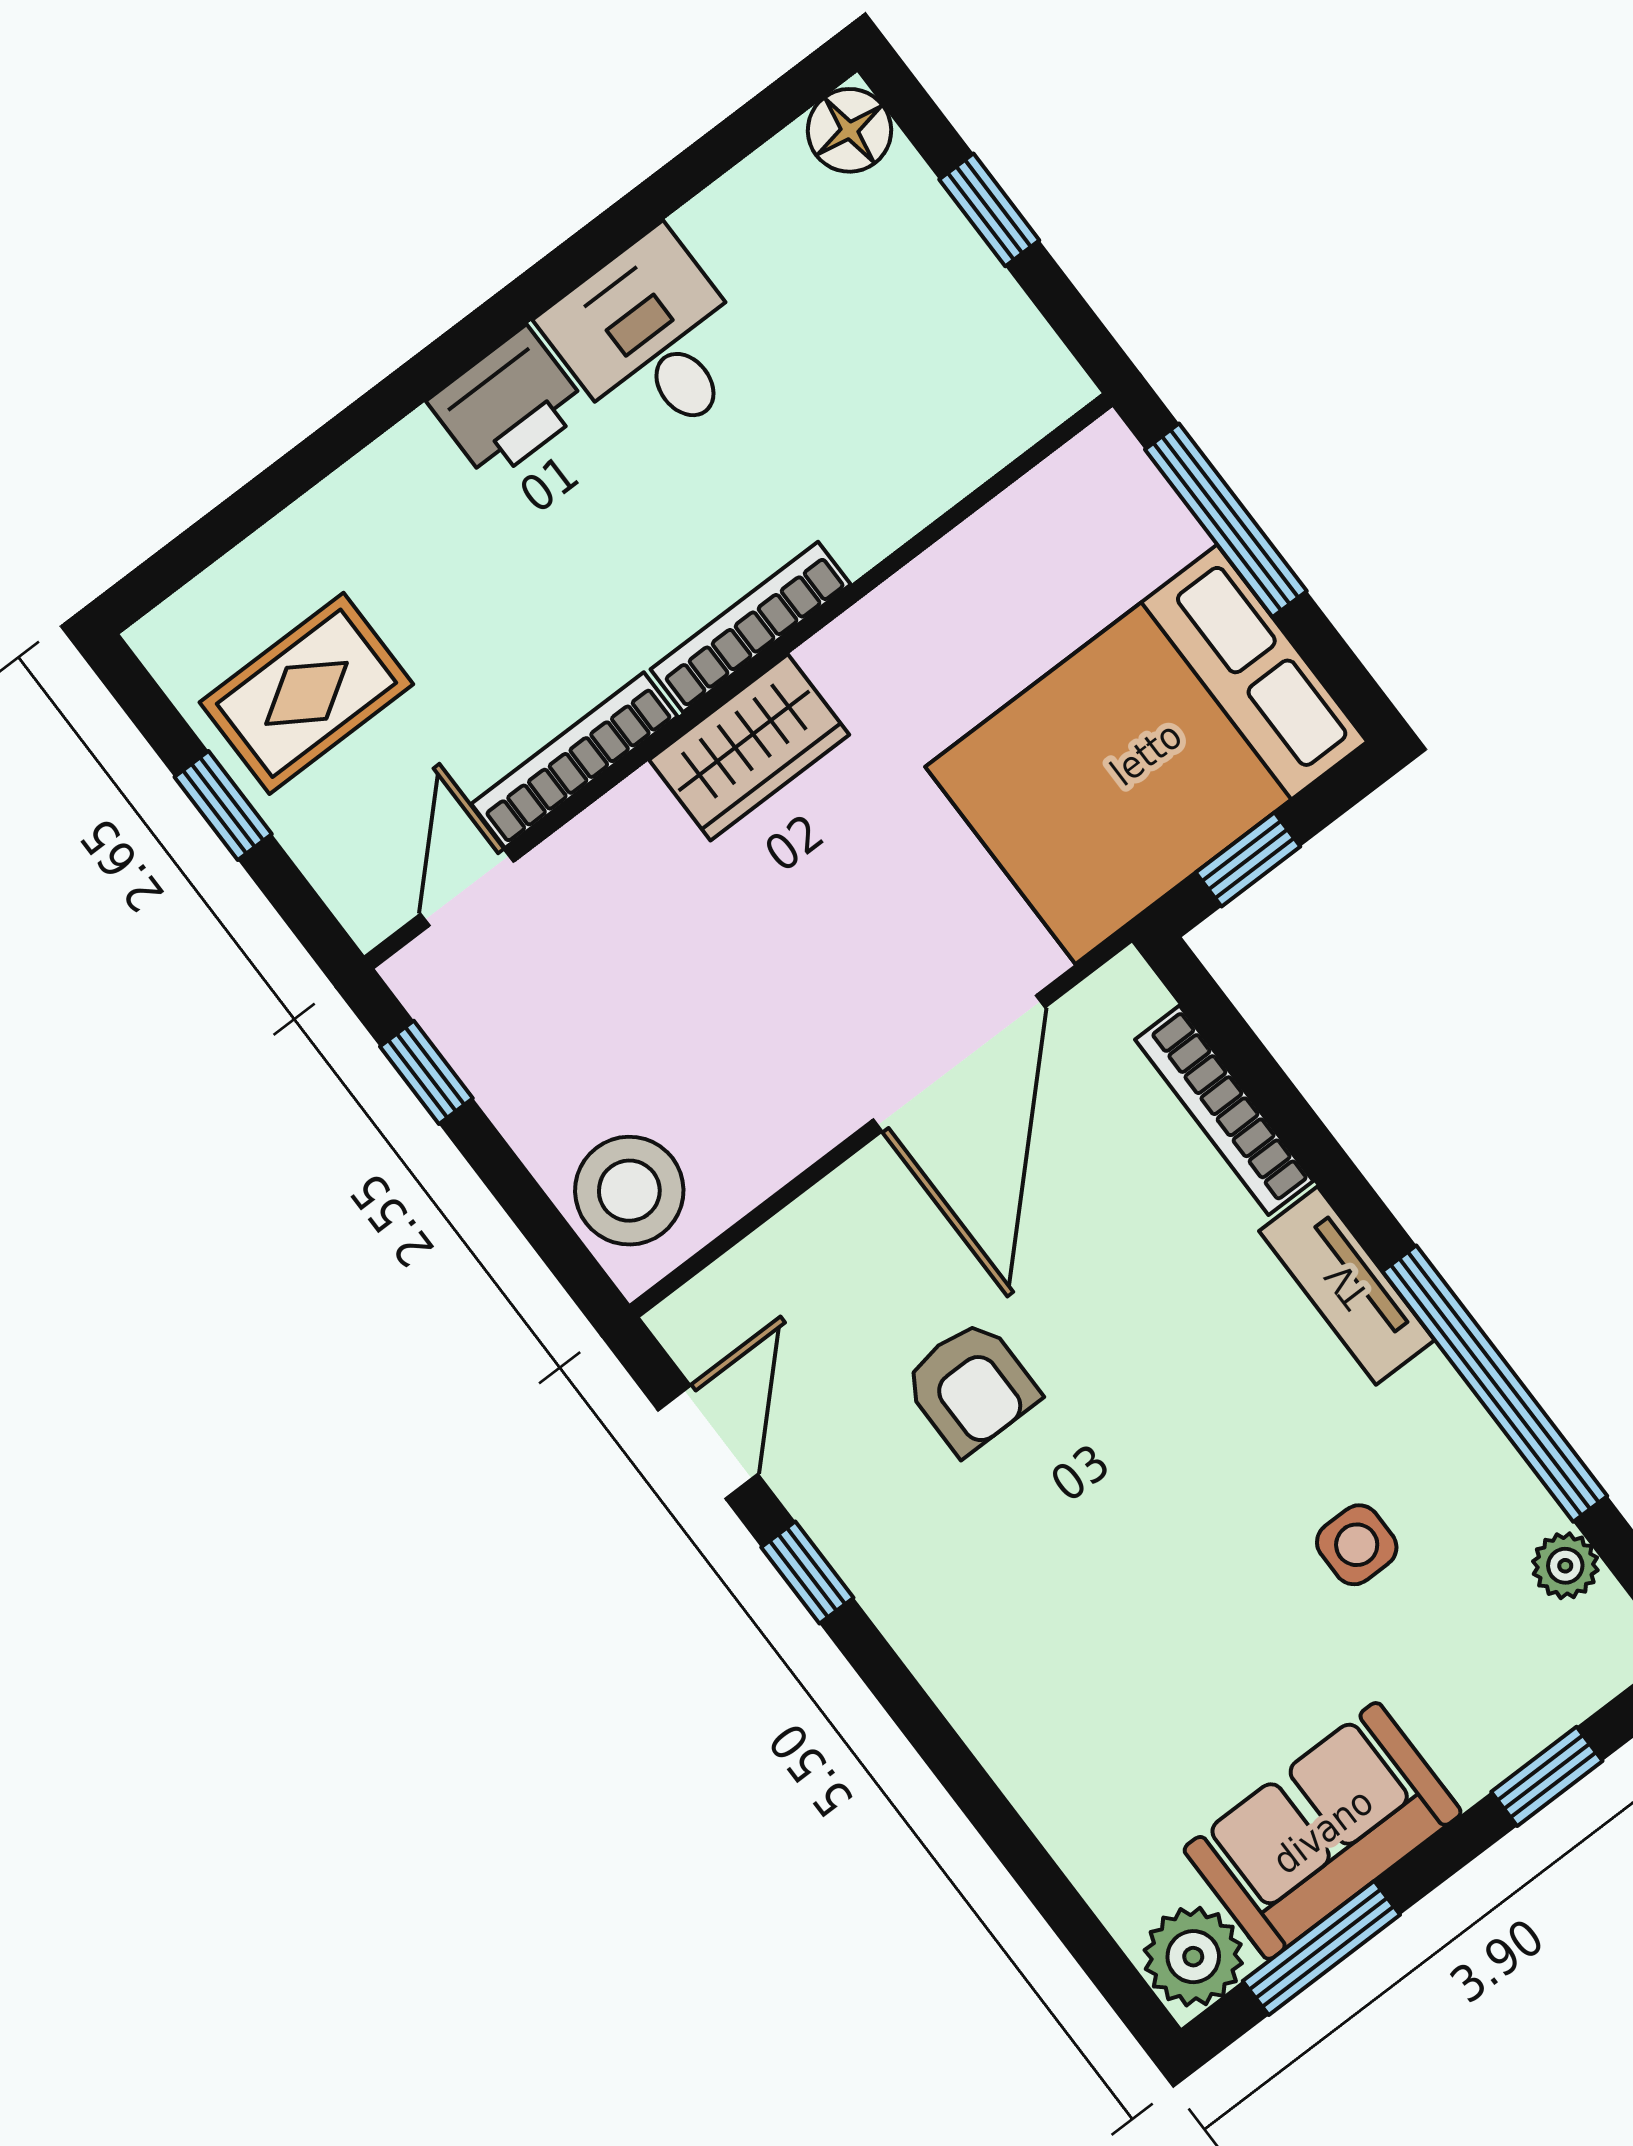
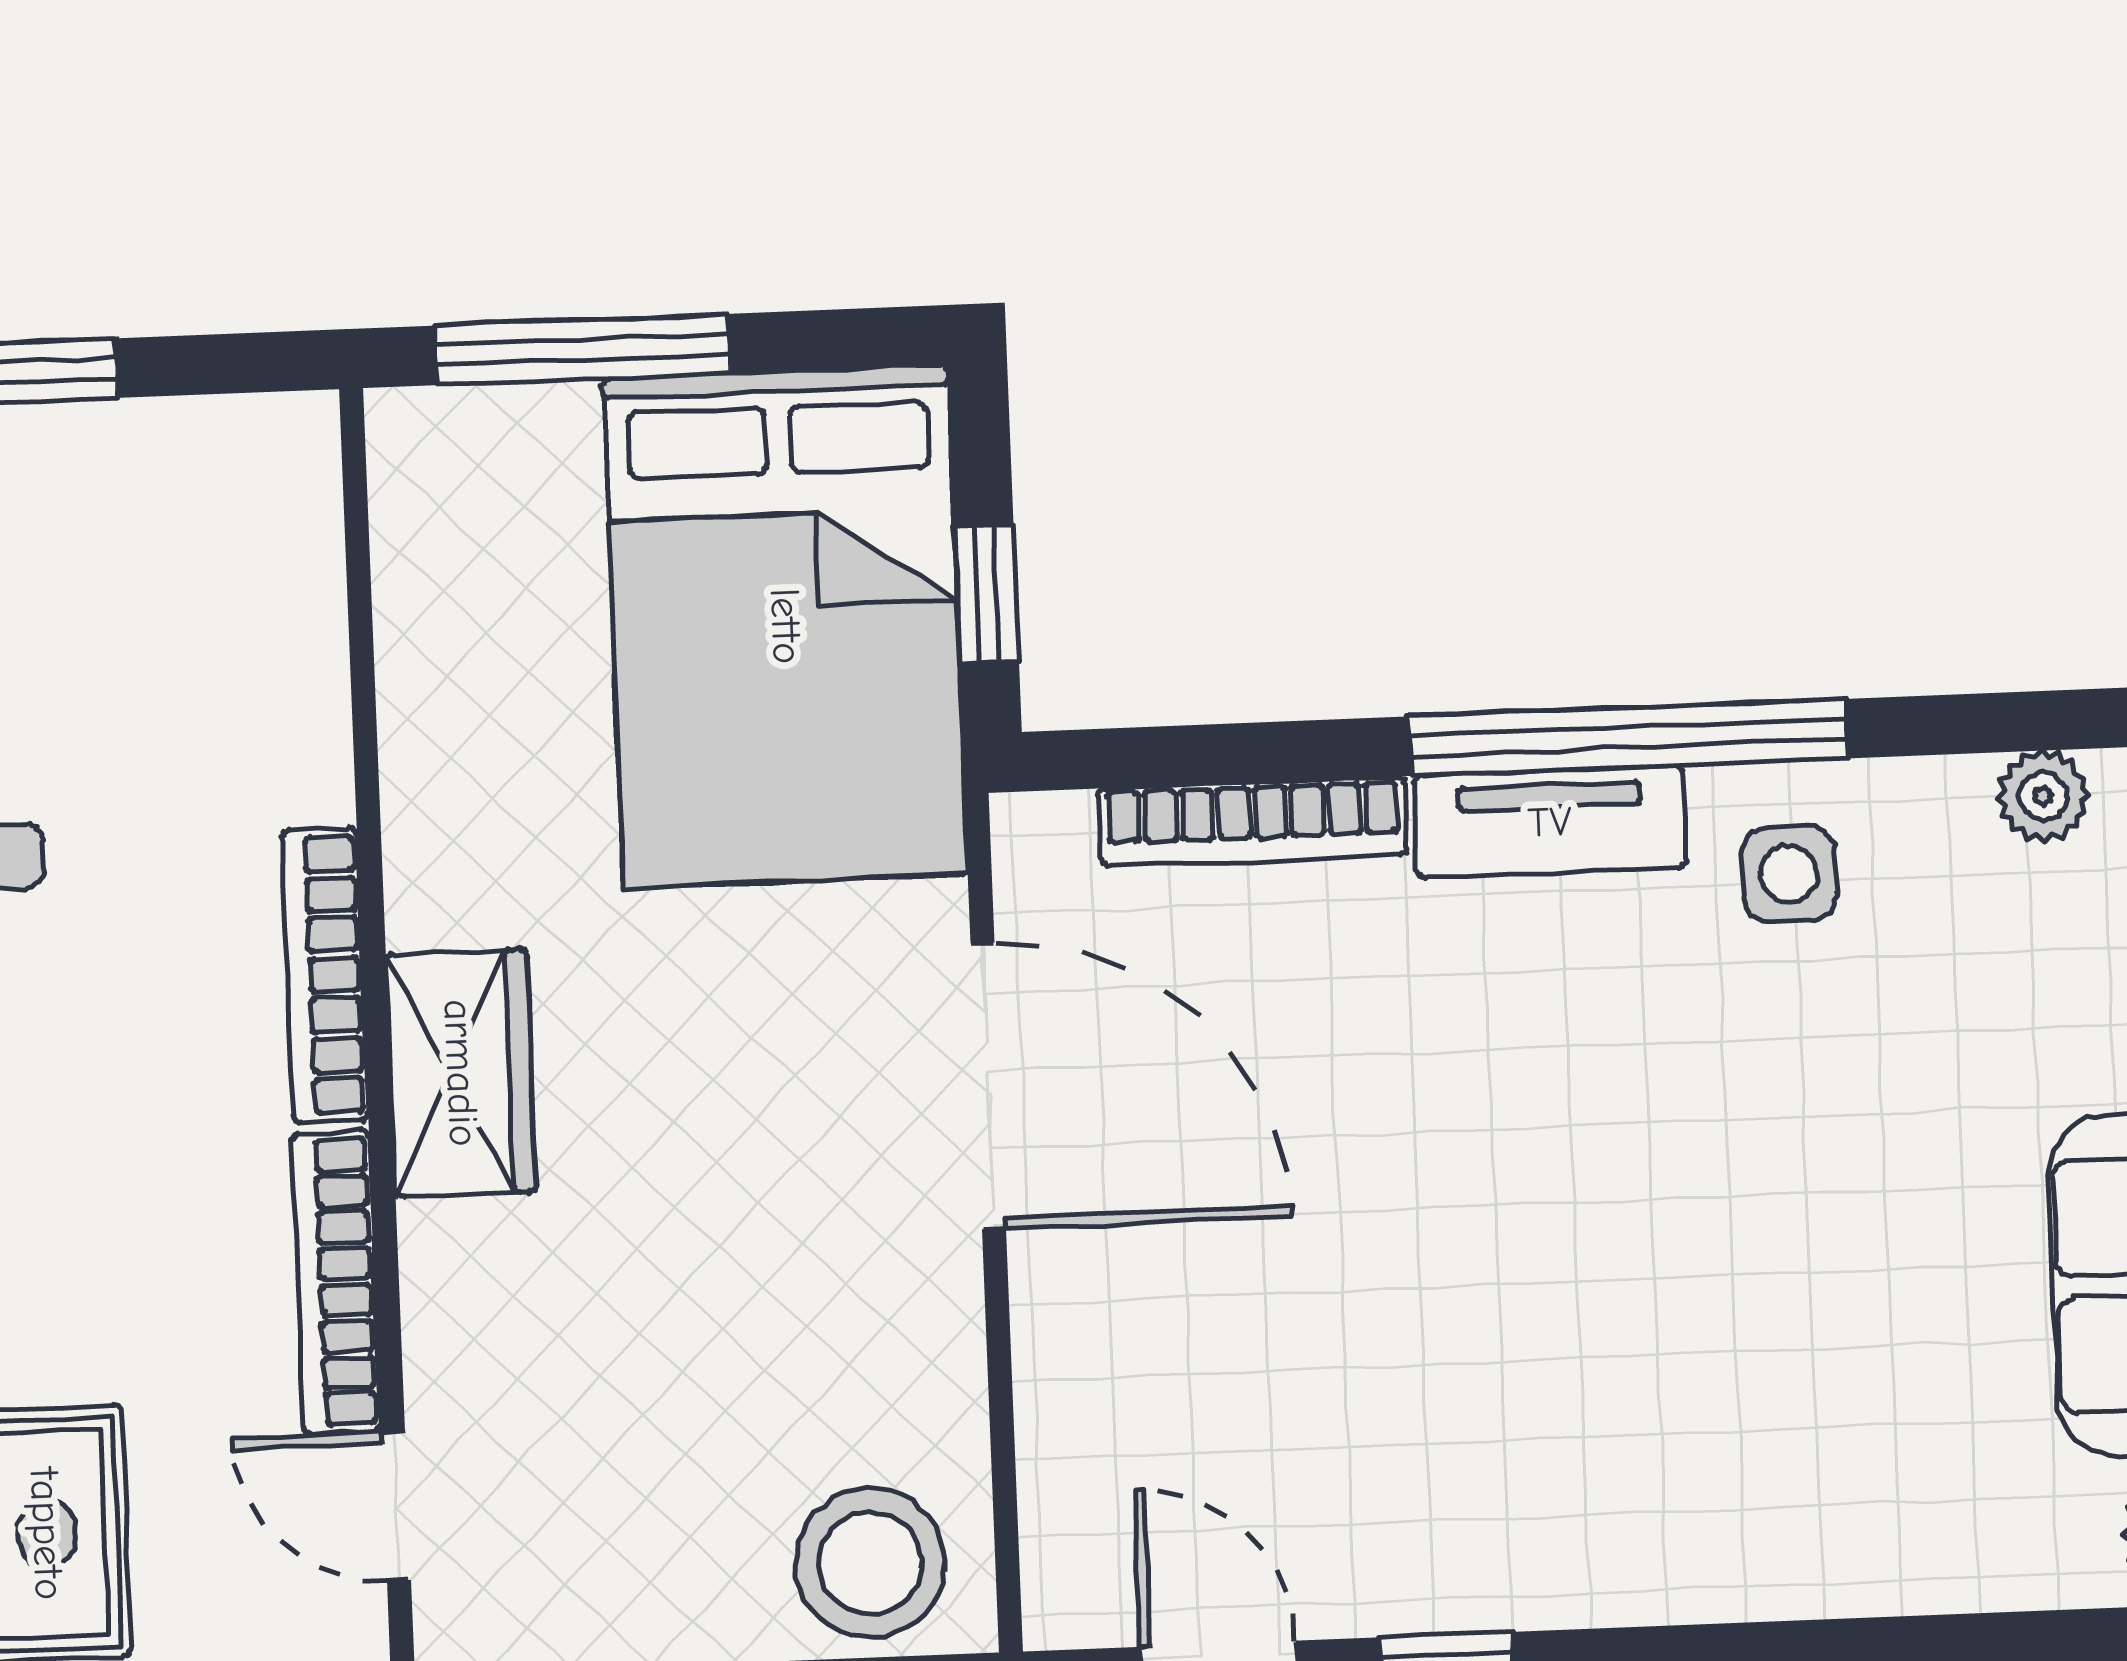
window: (1495, 1384) -> (1629, 737), moved
armchair: (971, 1387) -> (1366, 1330), removed
side table: (1357, 1545) -> (1789, 874), moved

